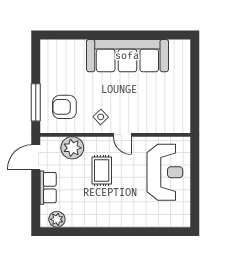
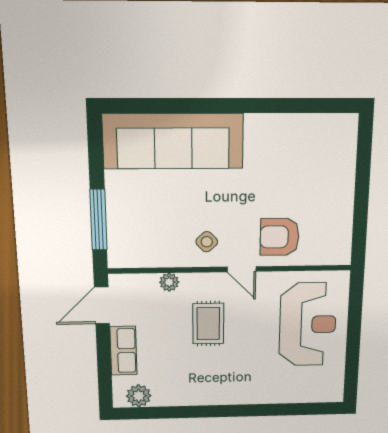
sofa: (127, 56) -> (173, 141), moved
armchair: (64, 107) -> (280, 237), moved
plant: (72, 148) -> (169, 282), width x0.53, depth x0.53

